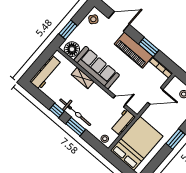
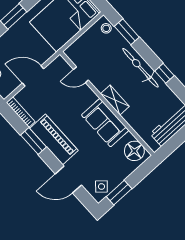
window: (68, 30) -> (119, 193), moved
sofa: (97, 68) -> (105, 123), width x0.73
shelving: (83, 78) -> (115, 100), moved
workbench: (123, 122) -> (80, 47), removed
window: (76, 127) -> (127, 32), moved

